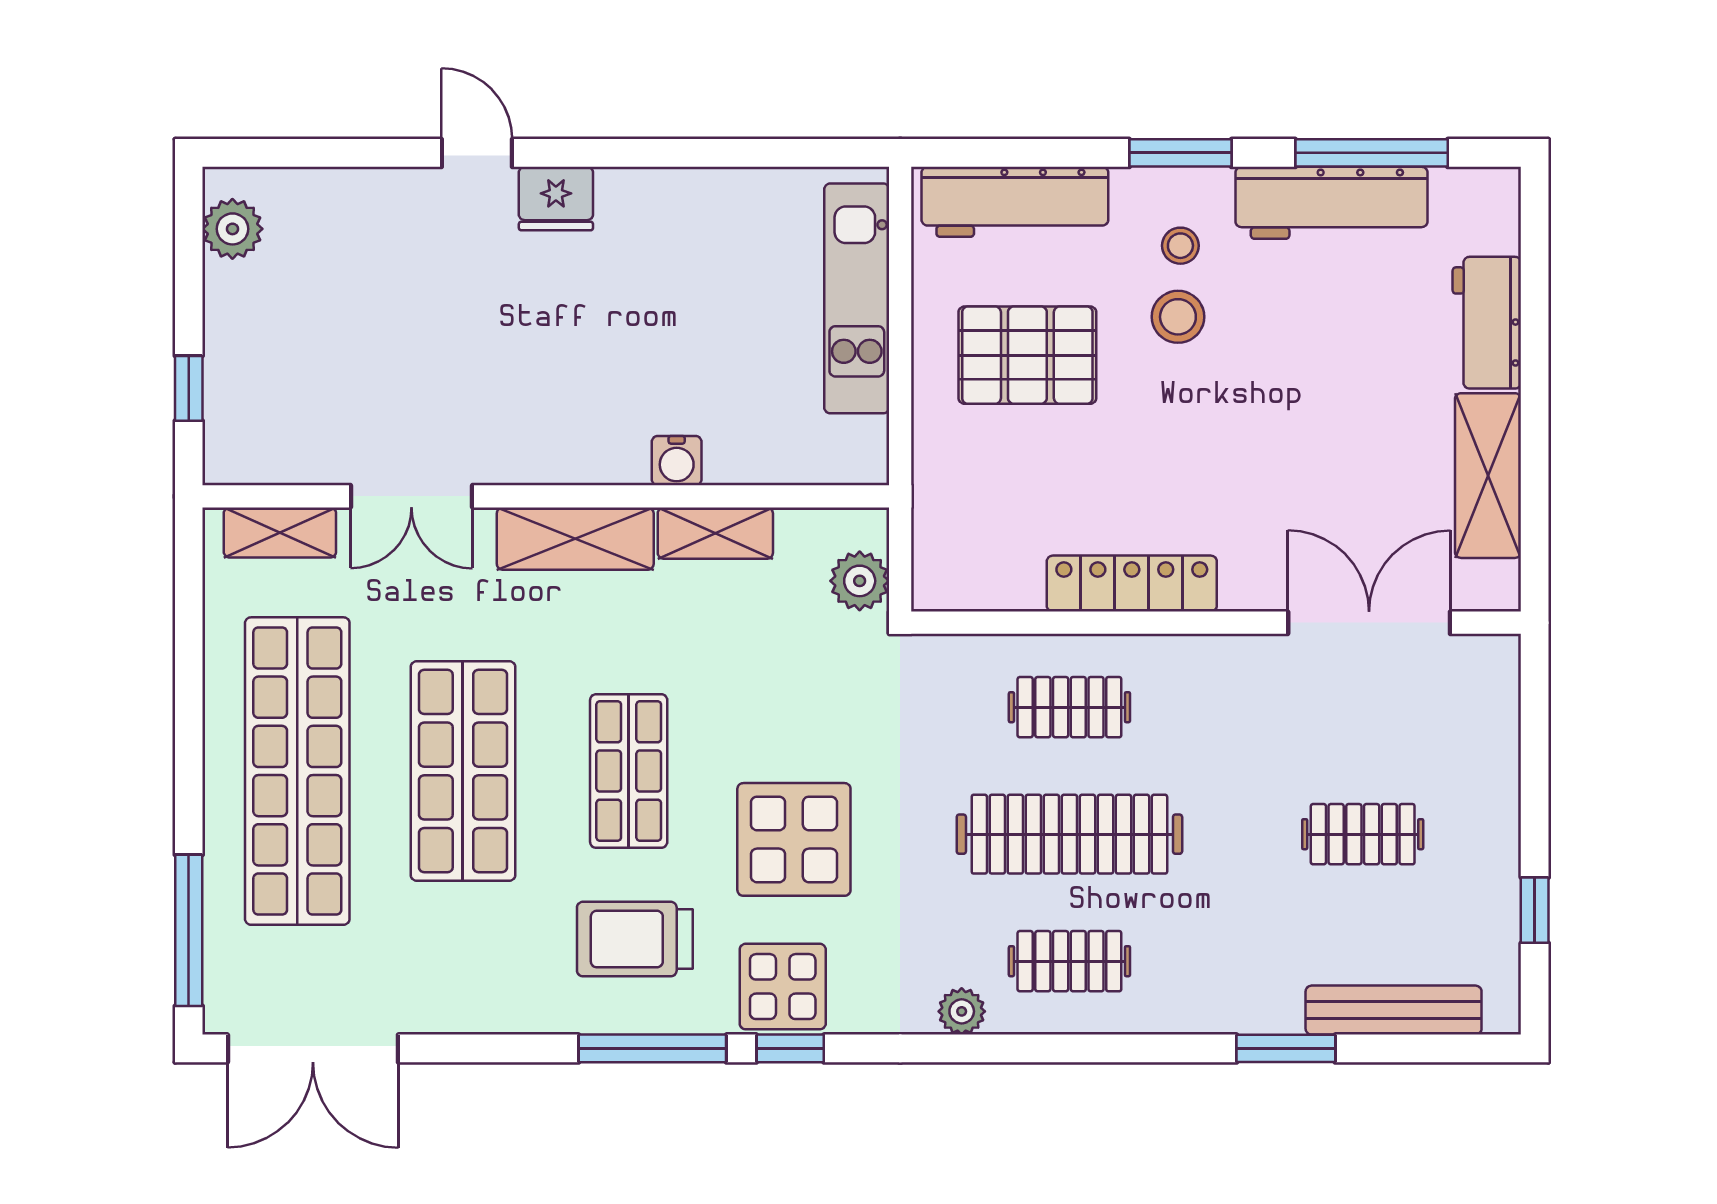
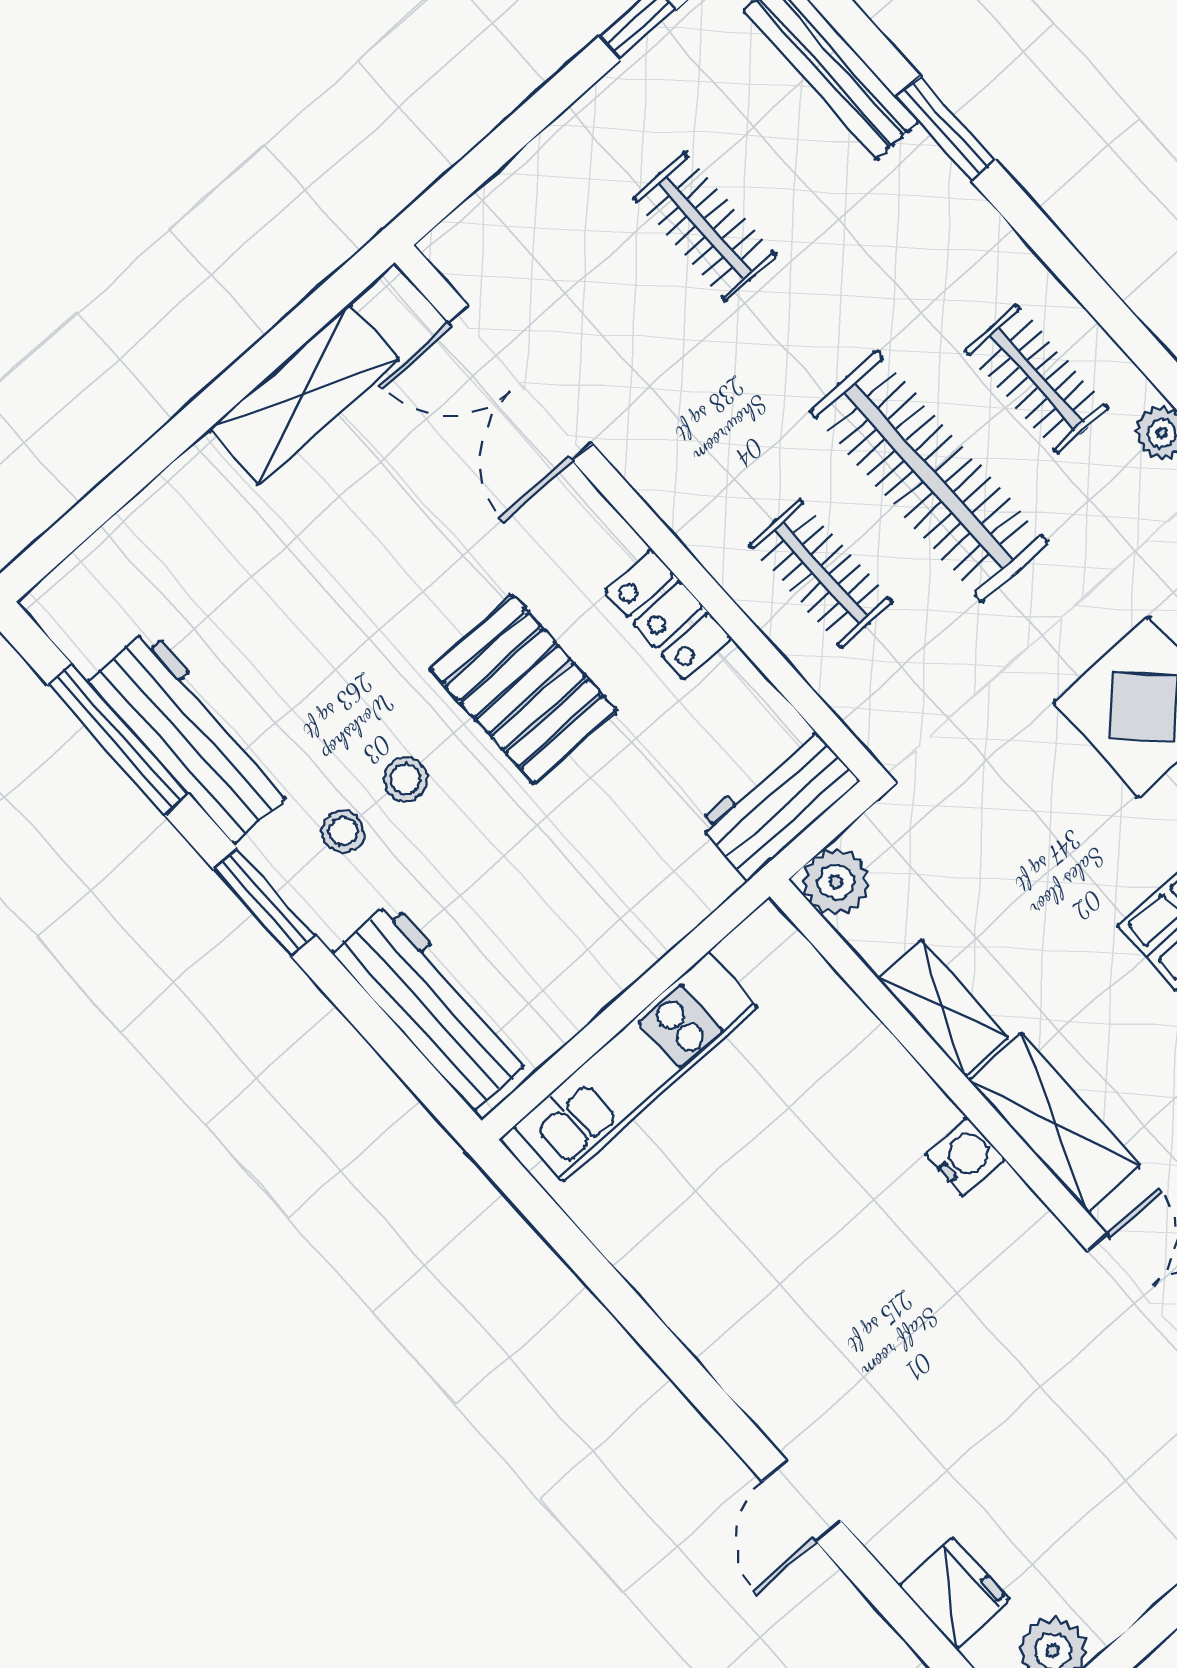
fridge: (556, 199) -> (954, 1593), moved
stool: (1178, 317) -> (406, 779), width x0.73, depth x0.73
workbench: (1487, 323) -> (778, 802), moved, turned 180
pallet: (1027, 355) -> (523, 690), moved
water cooler: (677, 461) -> (965, 1156), moved
plant: (860, 581) -> (836, 882), moved
locker: (1132, 584) -> (668, 615), width x0.66

